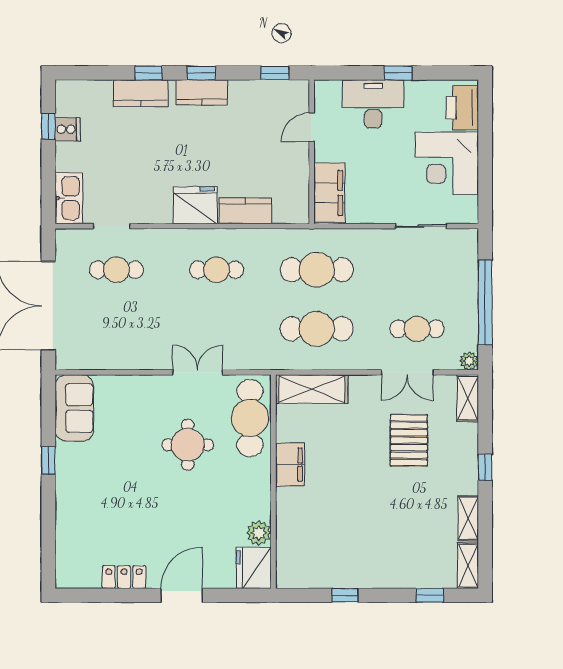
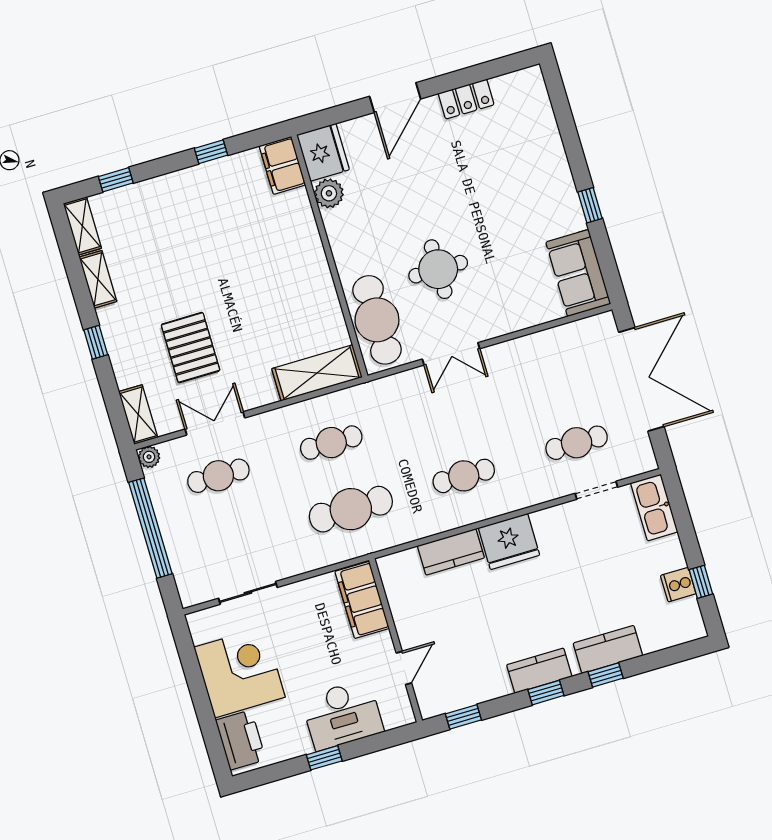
cafe table: (317, 329) -> (331, 443), width x0.73, depth x0.74
filing cabinet: (290, 465) -> (282, 165), moved

